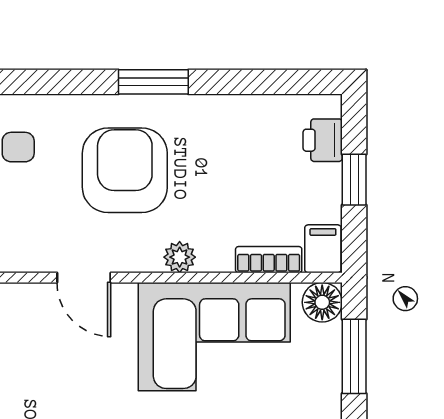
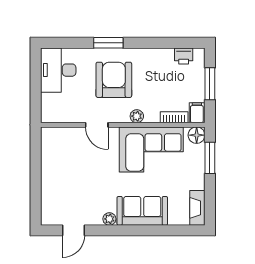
window: (153, 82) -> (108, 43), moved
printer: (323, 140) -> (184, 56), moved, turned -90
window: (354, 180) -> (210, 84), width x1.50

